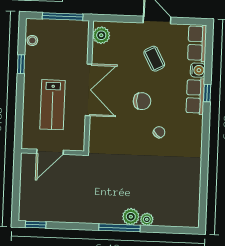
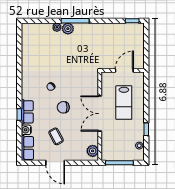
lab bench: (52, 105) -> (124, 103), turned 180

